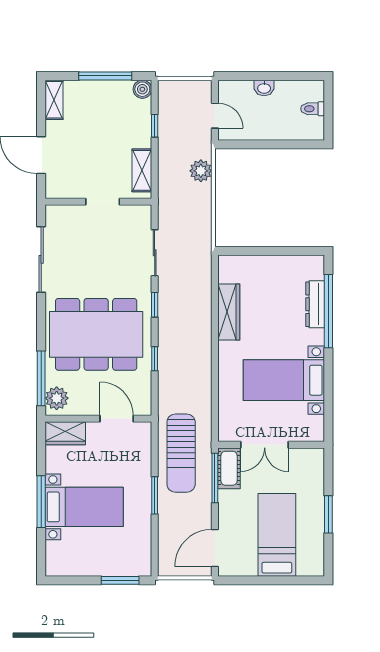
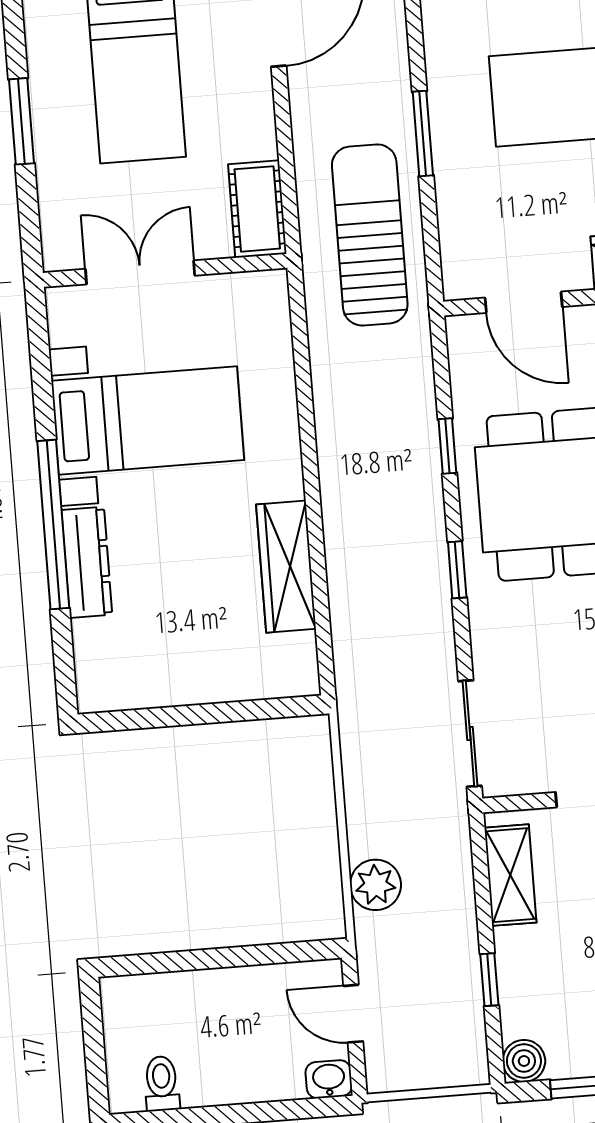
washbasin: (264, 88) -> (329, 1079), moved
toilet: (313, 109) -> (162, 1084), moved, turned -90
sliding door: (155, 253) -> (470, 734), moved
dresser: (315, 304) -> (87, 562), moved
window: (328, 311) -> (53, 524), moved
double door: (265, 445) -> (140, 272), moved
window: (215, 478) -> (288, 184), removed

